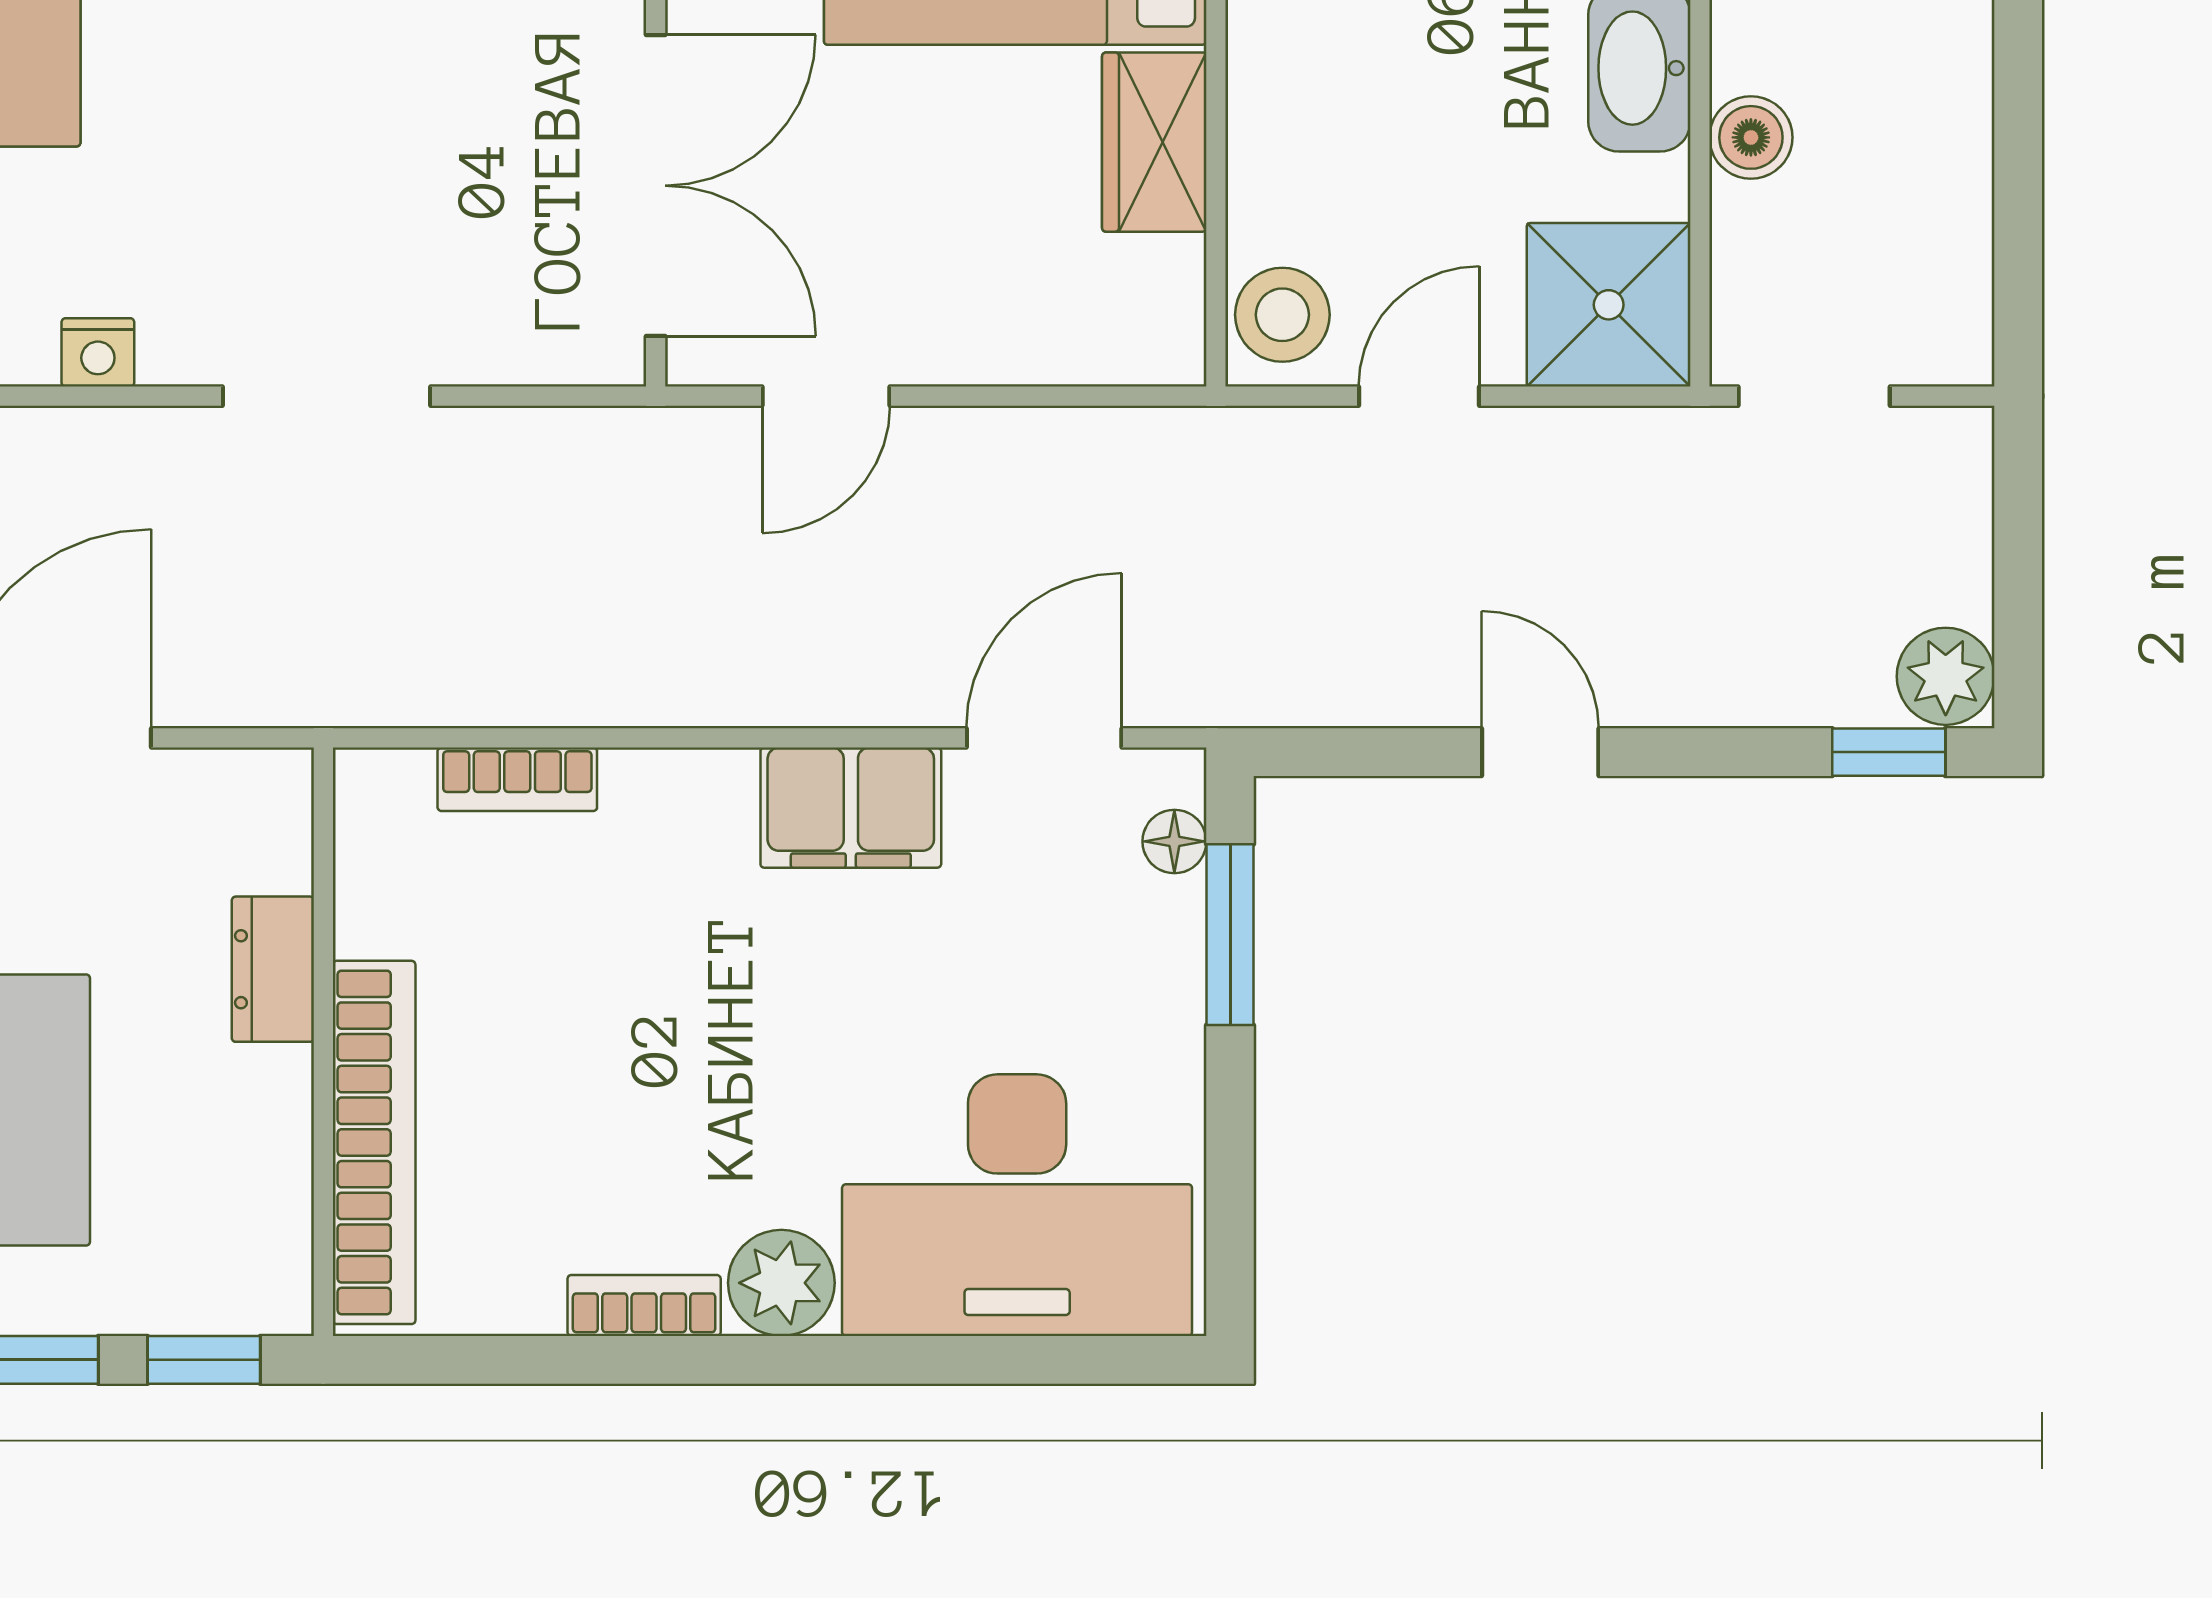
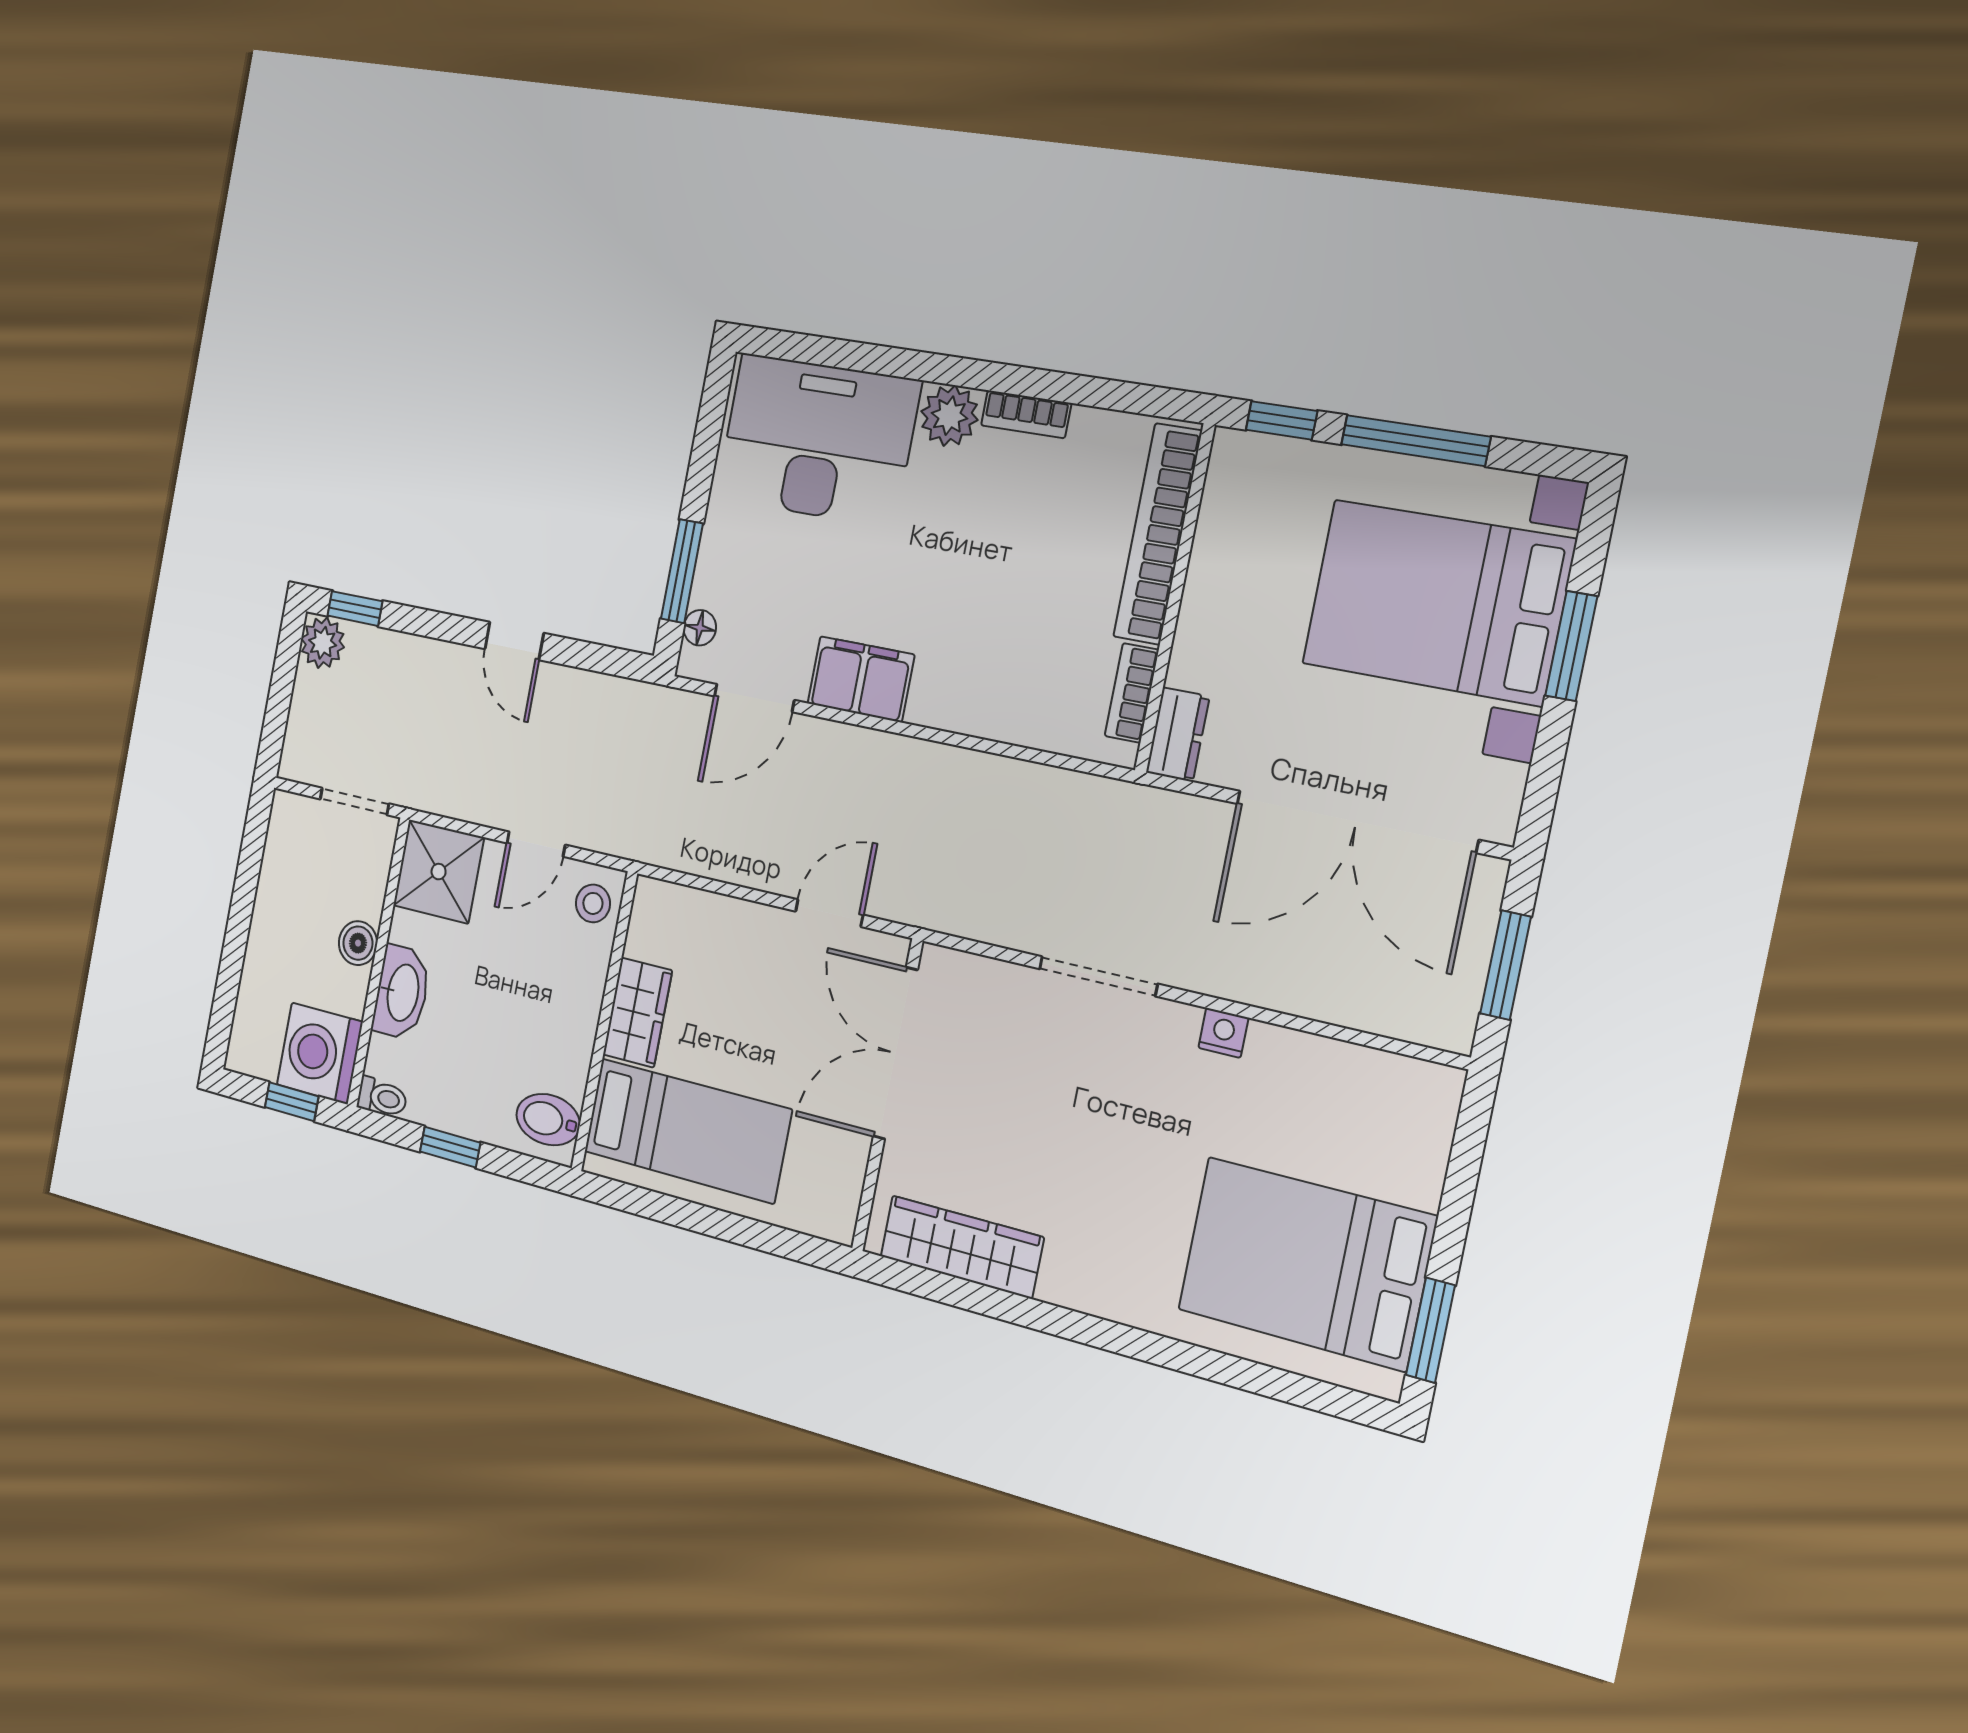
stool: (1282, 315) -> (593, 903), width x0.73, depth x0.73
bookcase: (517, 779) -> (1132, 693), moved, turned -90
dresser: (273, 969) -> (1178, 735), moved

